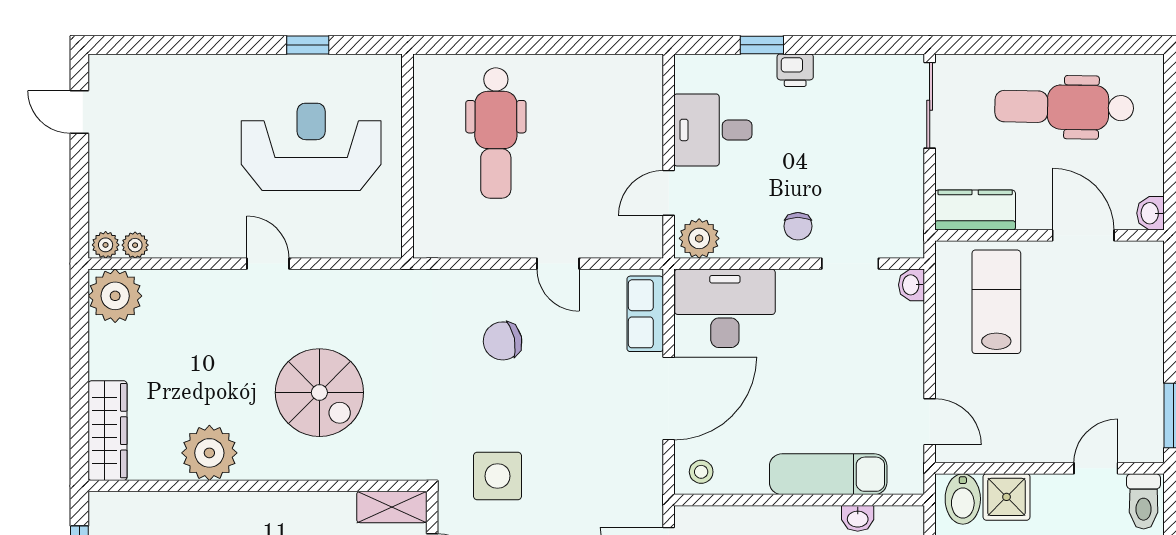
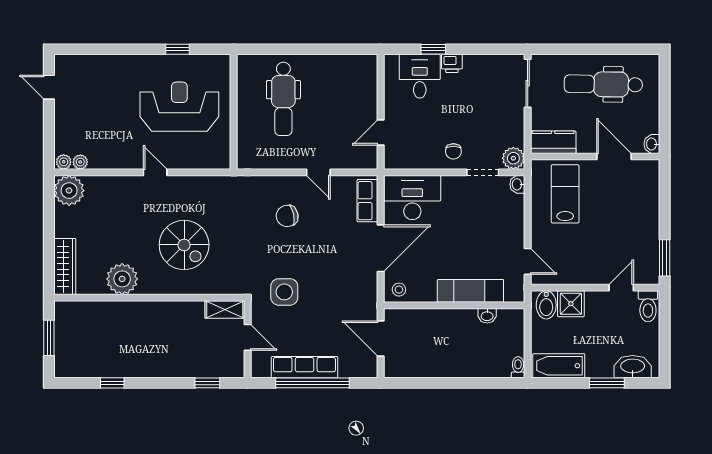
desk: (713, 130) -> (420, 76), moved, turned 90
plant: (699, 238) -> (513, 158), moved

